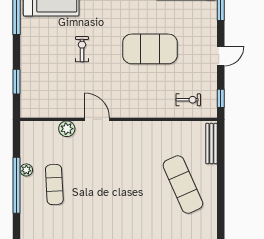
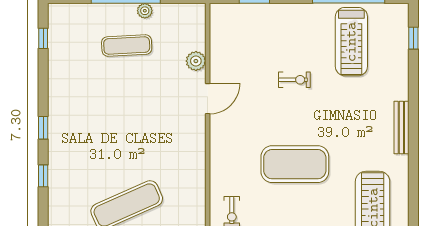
exercise mat: (150, 49) -> (295, 164), turned 90

